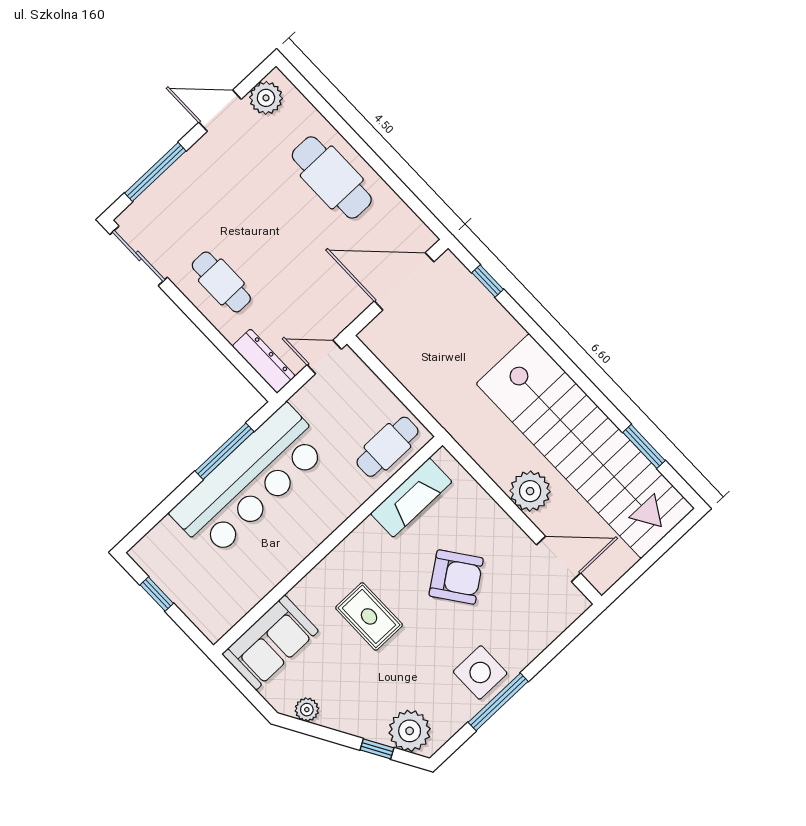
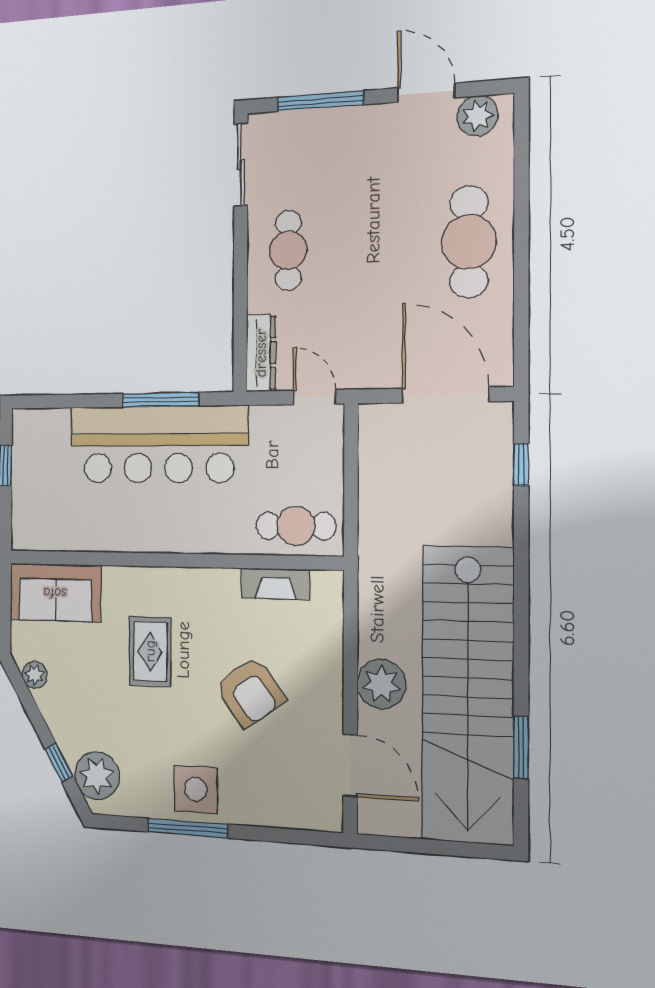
fireplace: (411, 498) -> (275, 584), width x0.73, depth x0.76

